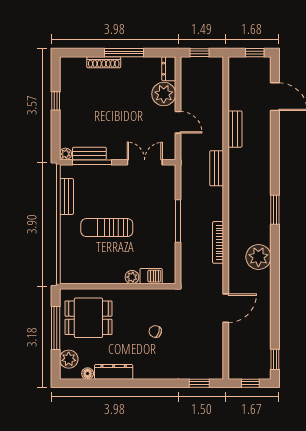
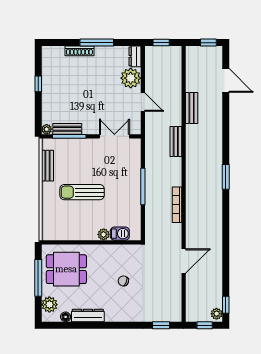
plant: (258, 257) -> (217, 314), moved, width x0.53, depth x0.53

